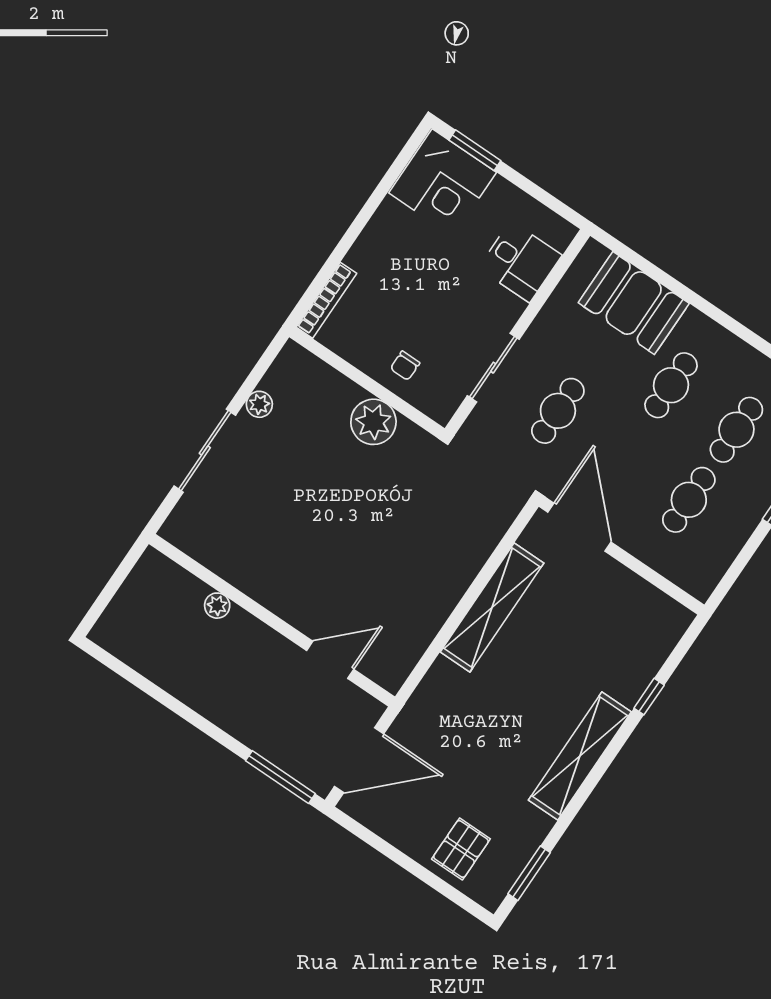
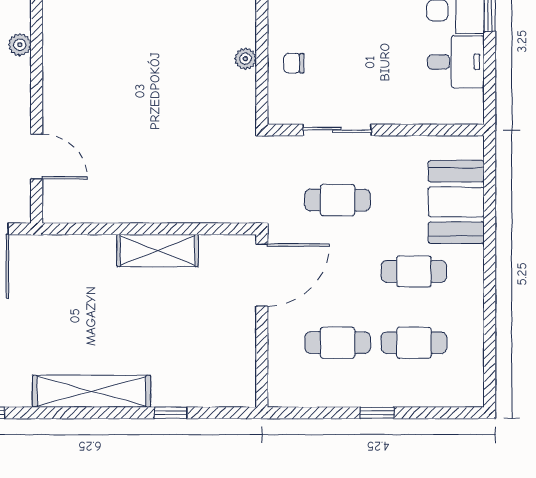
desk: (520, 262) -> (456, 62), moved, turned -90
plant: (373, 422) -> (245, 59), width x0.53, depth x0.53
shelving: (492, 607) -> (158, 251), width x0.68

